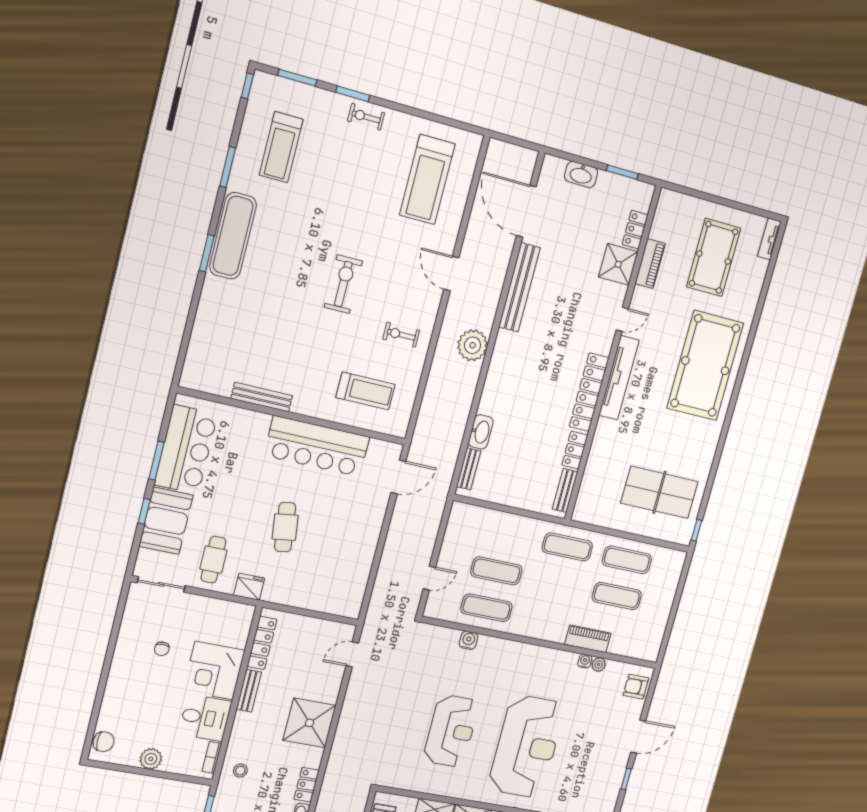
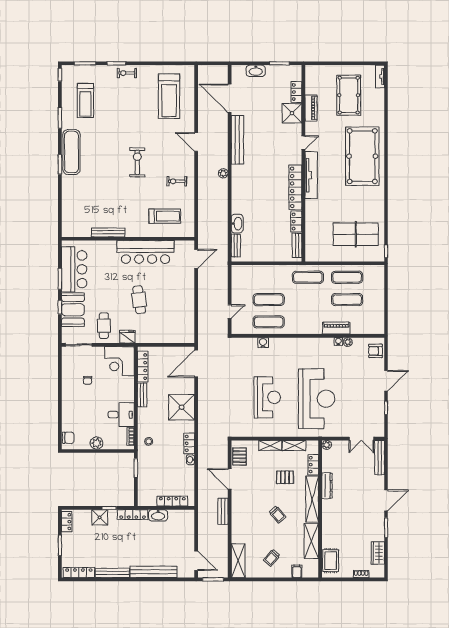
plant: (473, 345) -> (223, 173), width x0.53, depth x0.53
door: (352, 654) -> (196, 363), width x1.88
corner desk: (214, 670) -> (120, 361), moved

